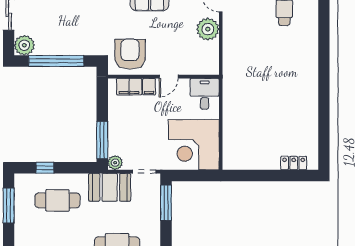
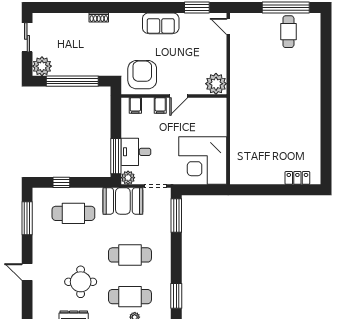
plant: (208, 29) -> (216, 84), moved
filing cabinet: (129, 87) -> (135, 106), width x0.50
desk: (205, 94) -> (136, 152), moved, turned -90

